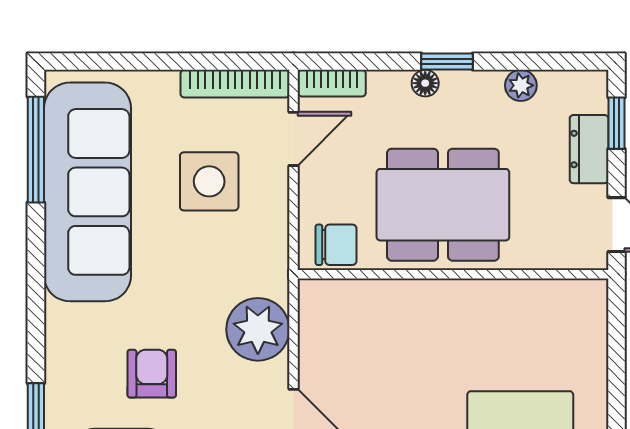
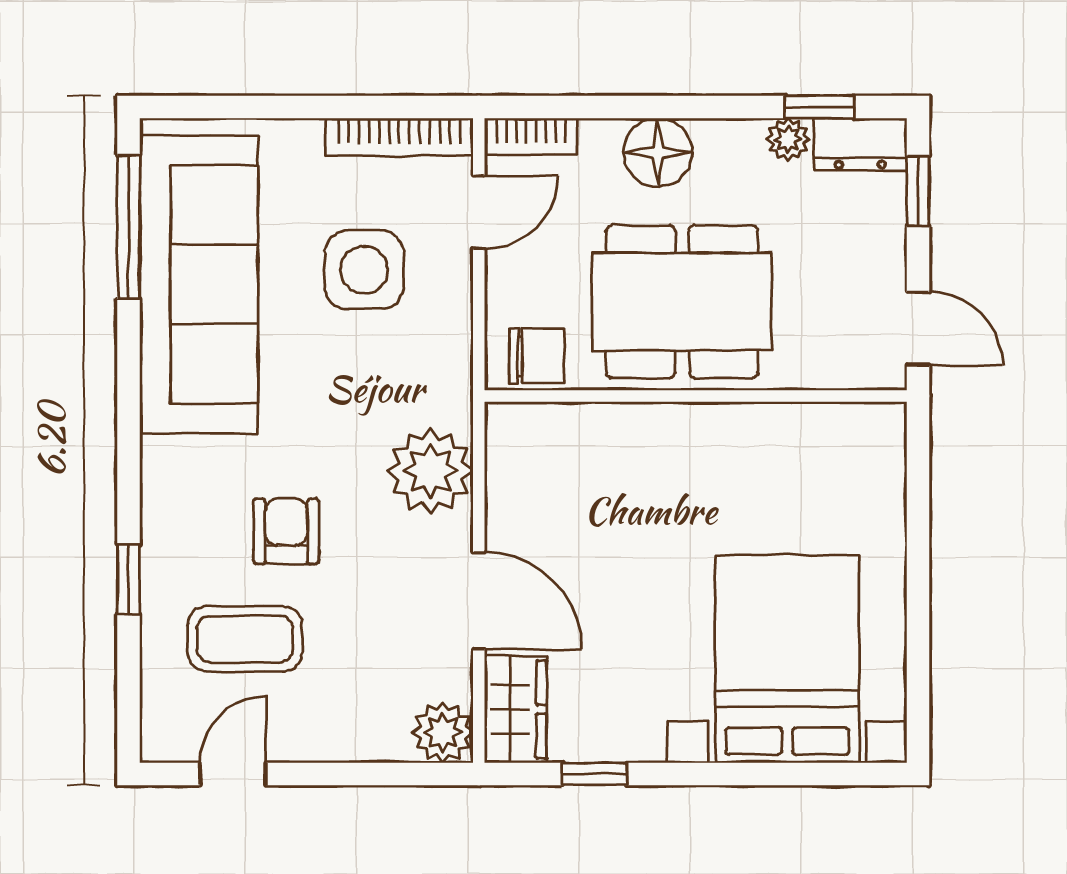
window: (447, 62) -> (820, 107), moved
floor lamp: (425, 83) -> (658, 152), width x1.89, depth x1.89
dresser: (589, 149) -> (860, 144), moved, turned -90

